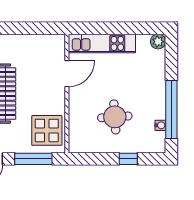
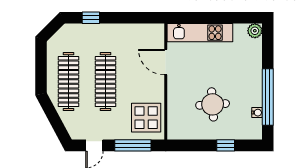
door: (67, 74) -> (166, 62), swing flipped

